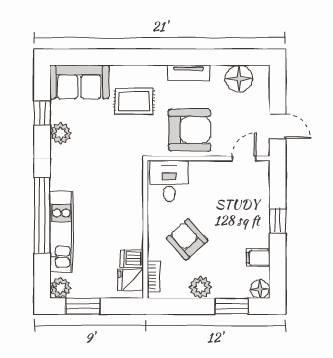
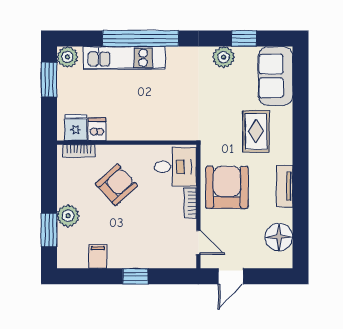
armchair: (190, 130) -> (227, 187), turned 180
bookcase: (205, 166) -> (190, 203), added
plant: (200, 287) -> (68, 216), moved
floor lamp: (260, 289) -> (66, 258), removed

